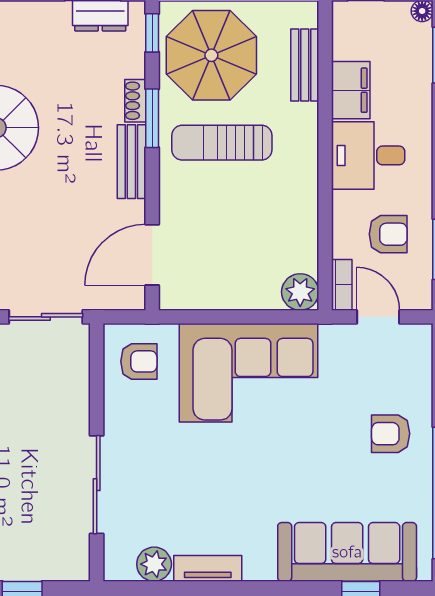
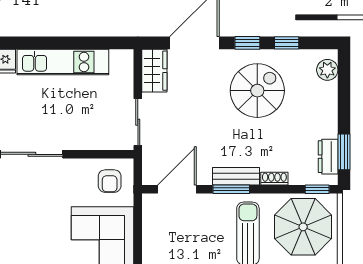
window: (152, 118) -> (231, 189), moved
door: (152, 255) -> (177, 189), hinge flipped

